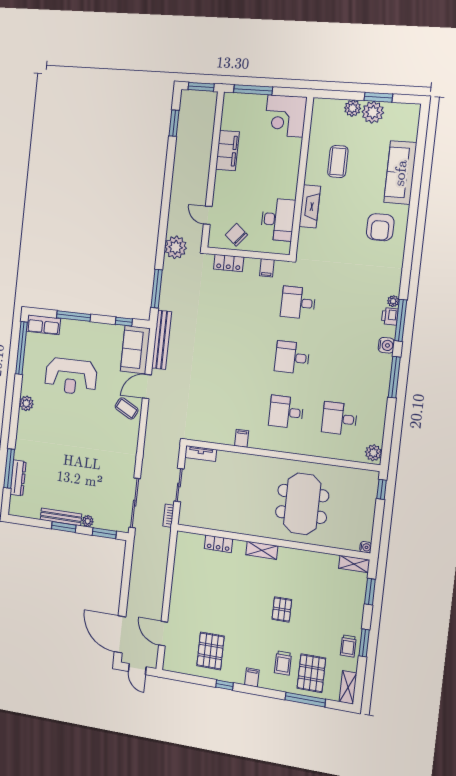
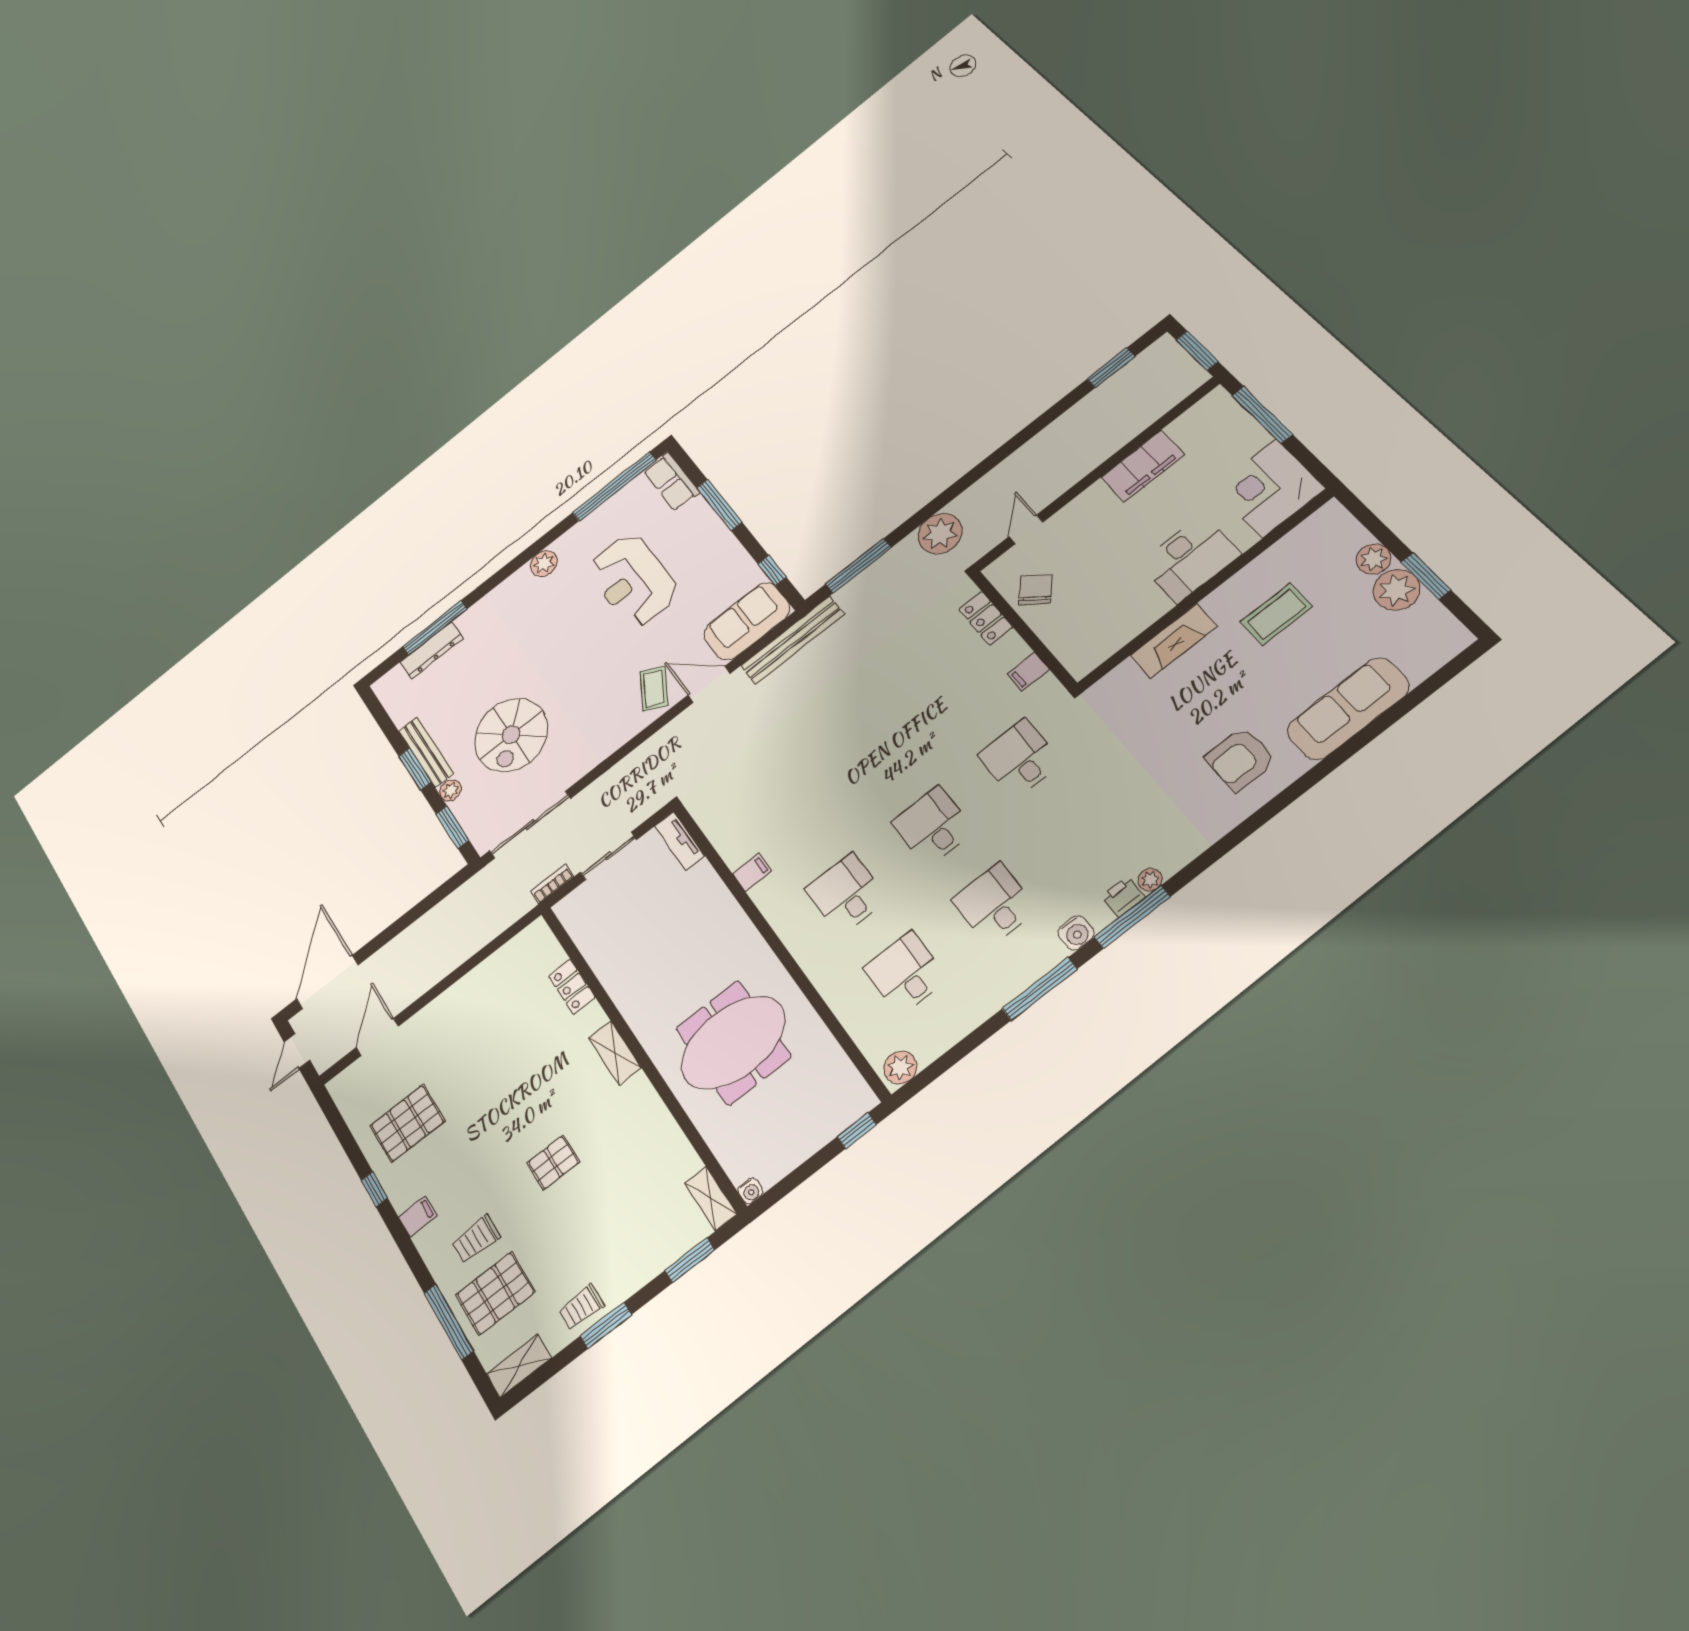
desk: (278, 220) -> (1190, 559), moved
desk: (346, 364) -> (994, 904), added
spiral stairs: (88, 478) -> (511, 735), added

